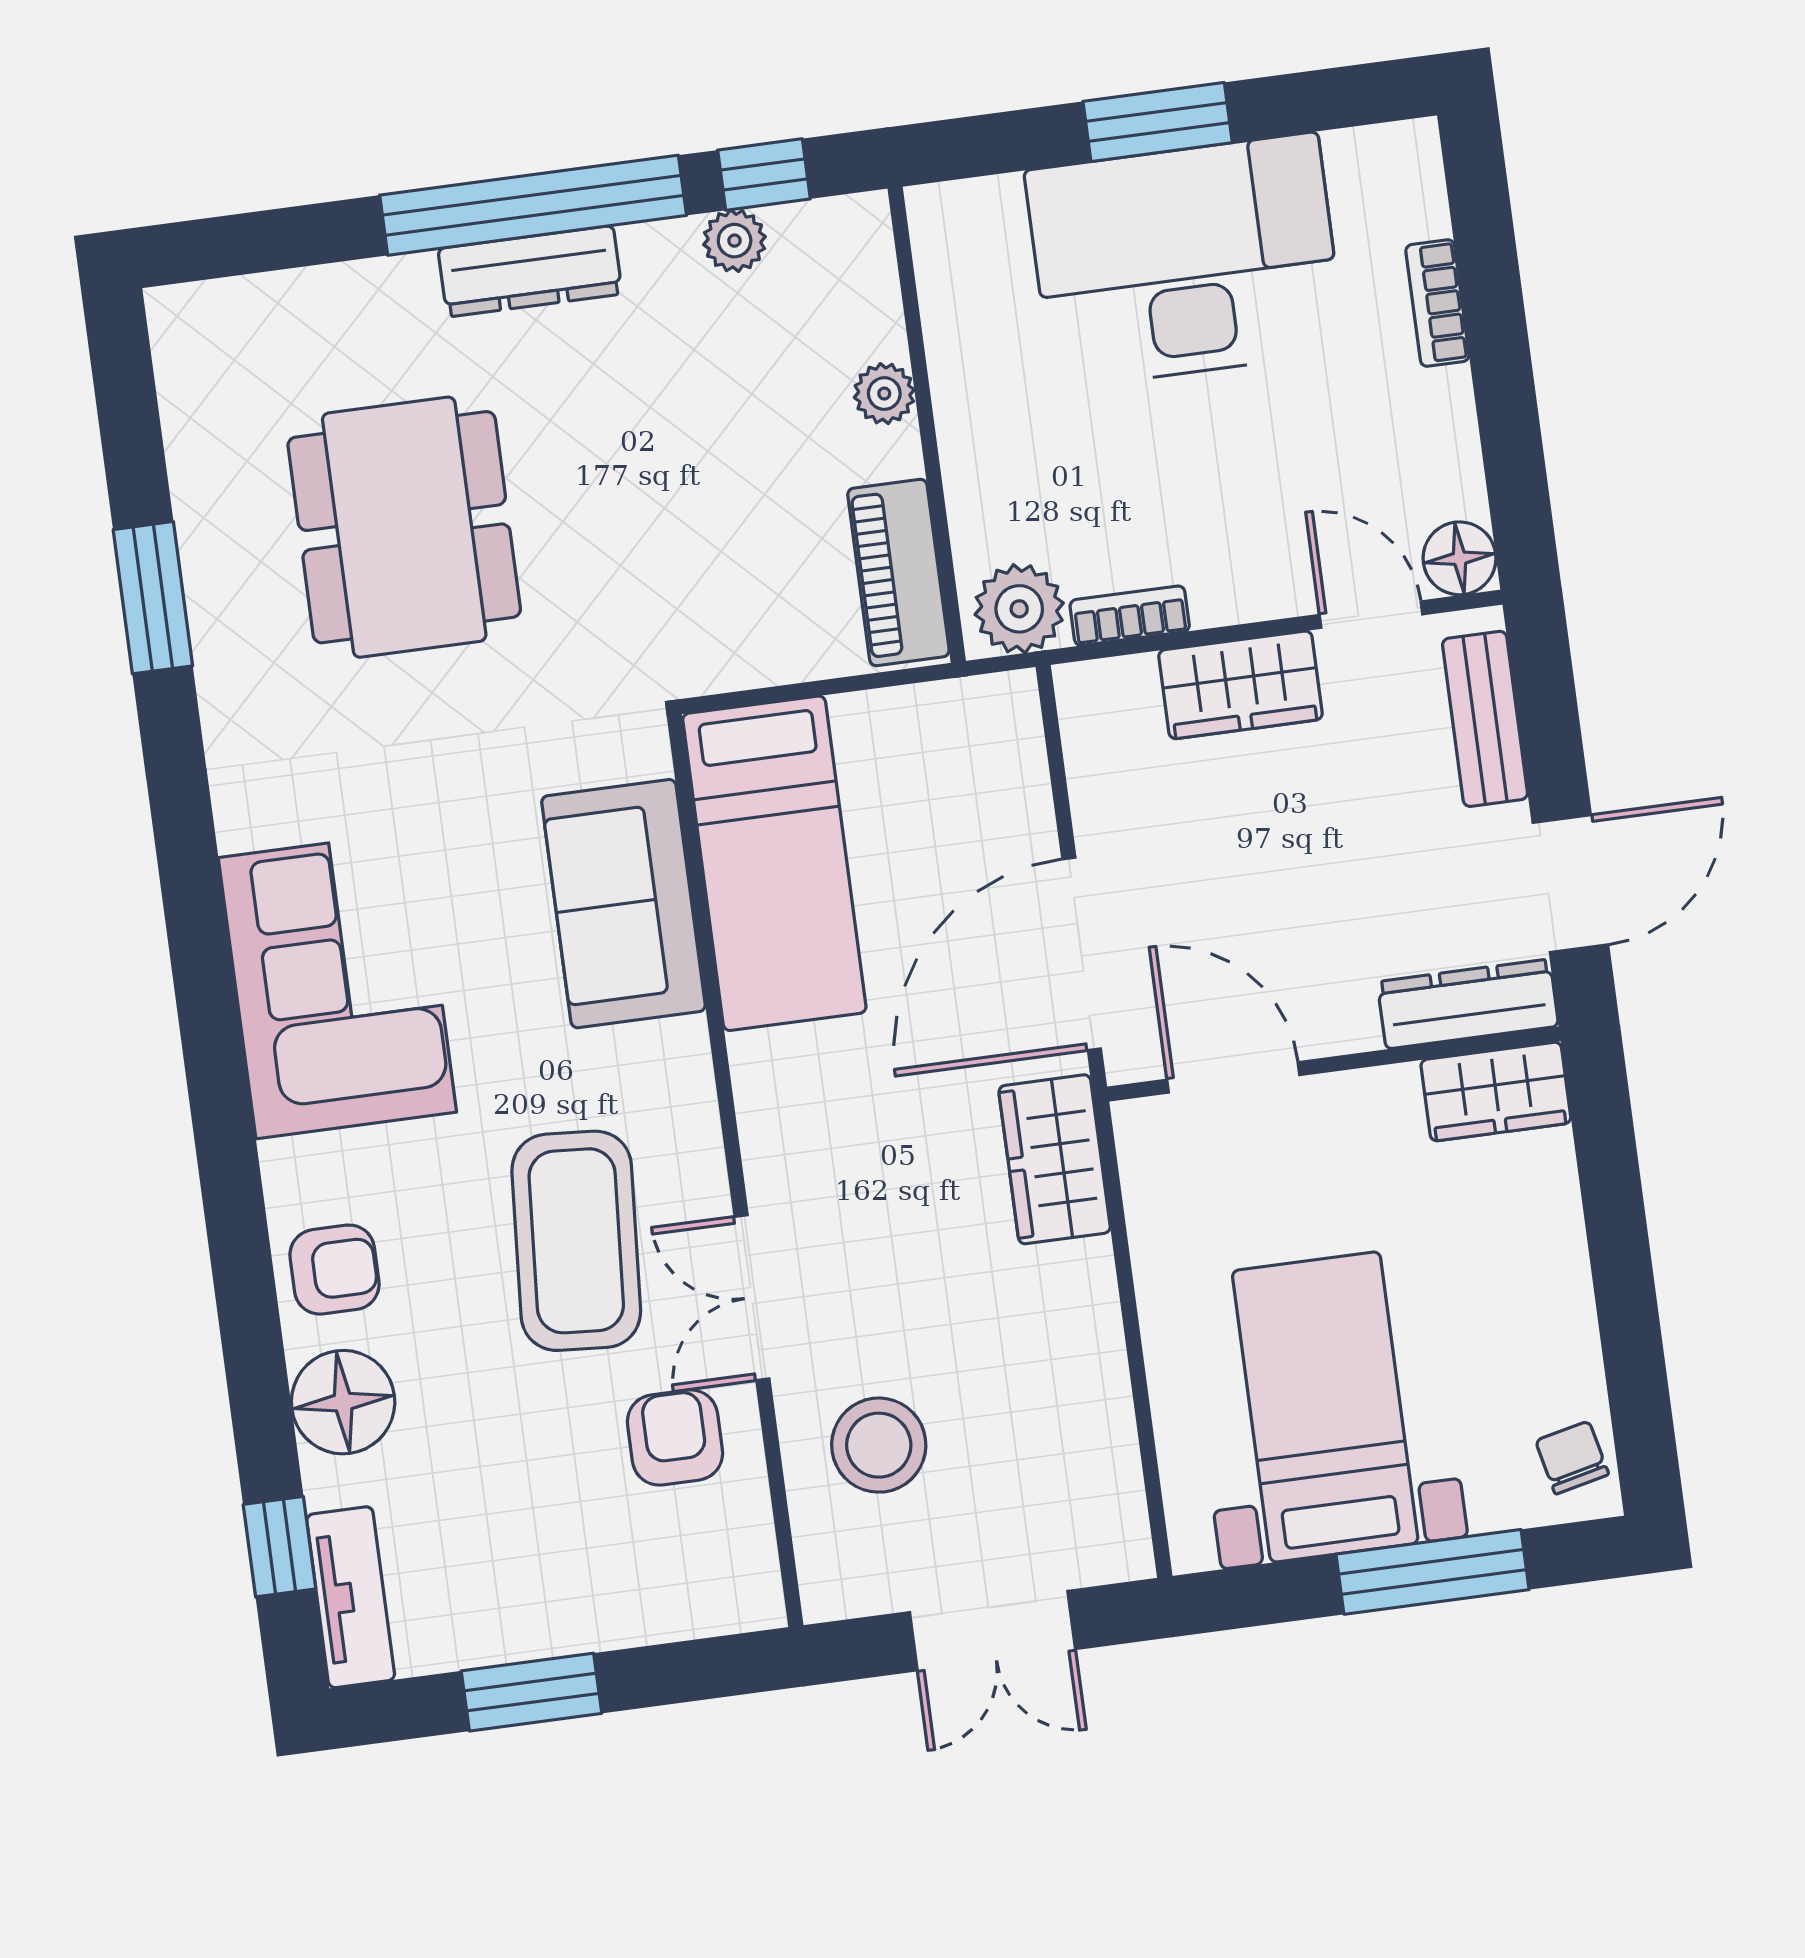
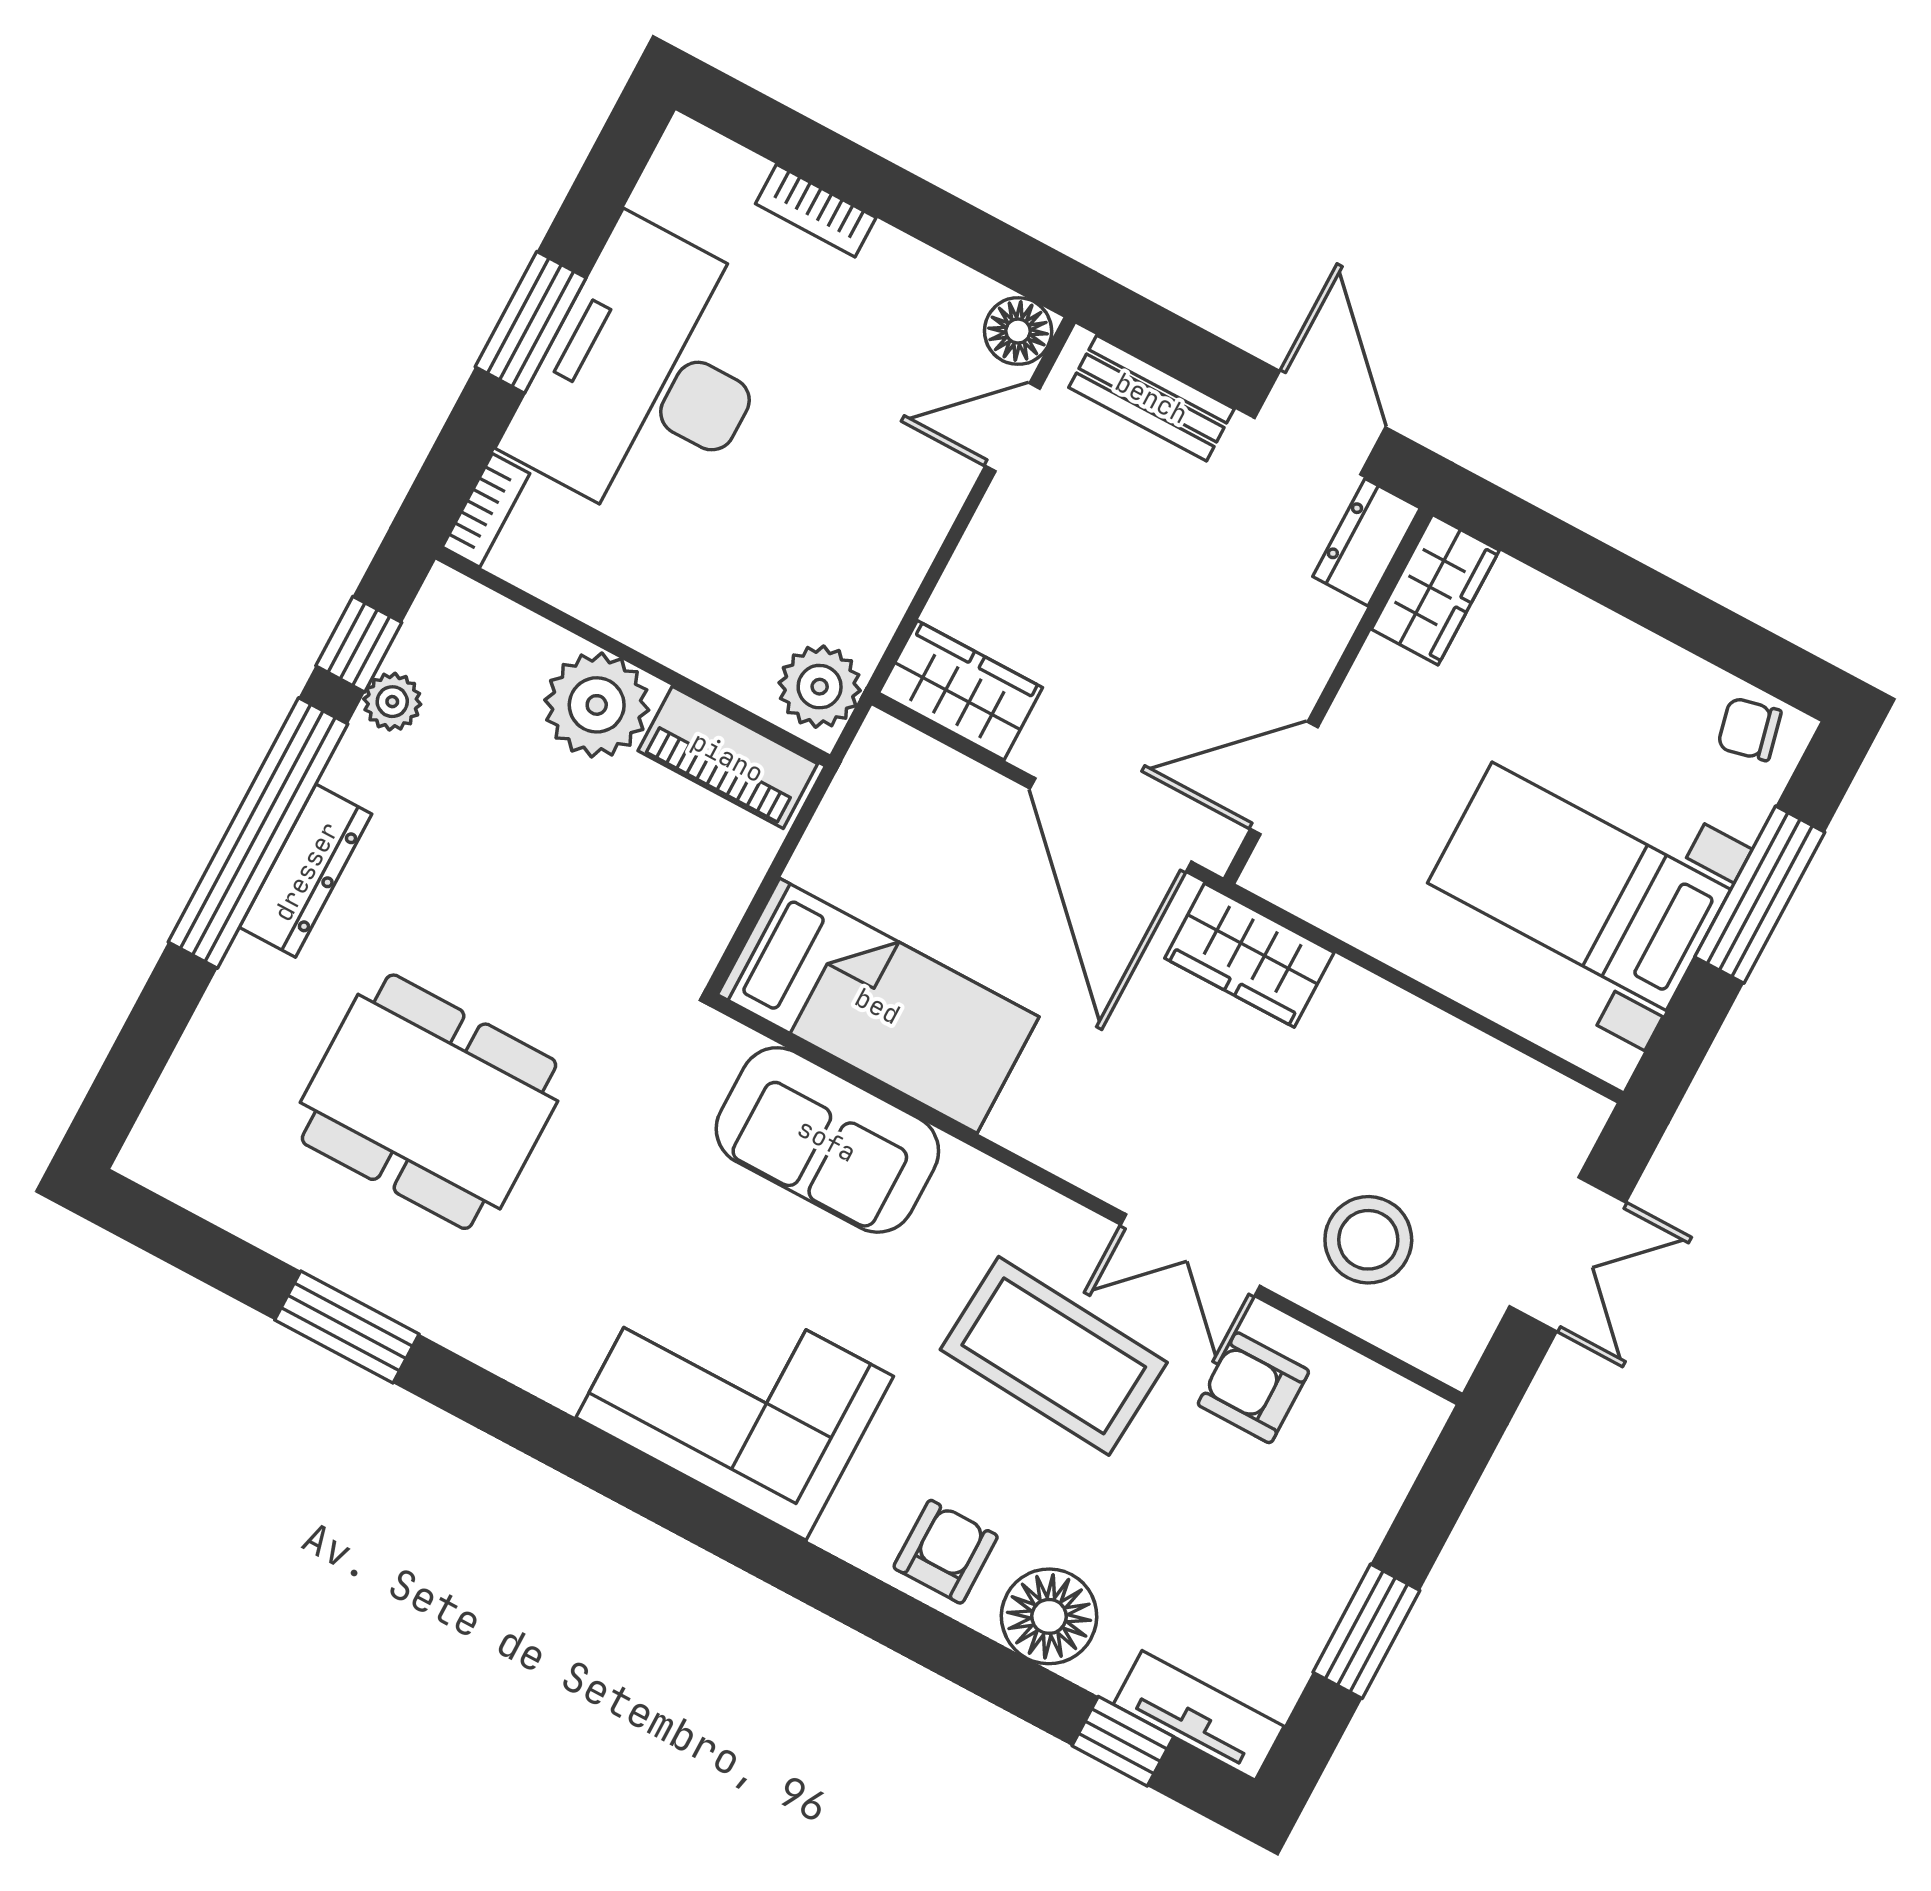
plant: (884, 394) -> (597, 705), width x1.88, depth x1.88
bookcase: (1130, 616) -> (486, 510), moved, turned 180
wardrobe: (1241, 685) -> (961, 690), moved, turned -90
dresser: (1468, 1004) -> (1367, 542), width x0.70

